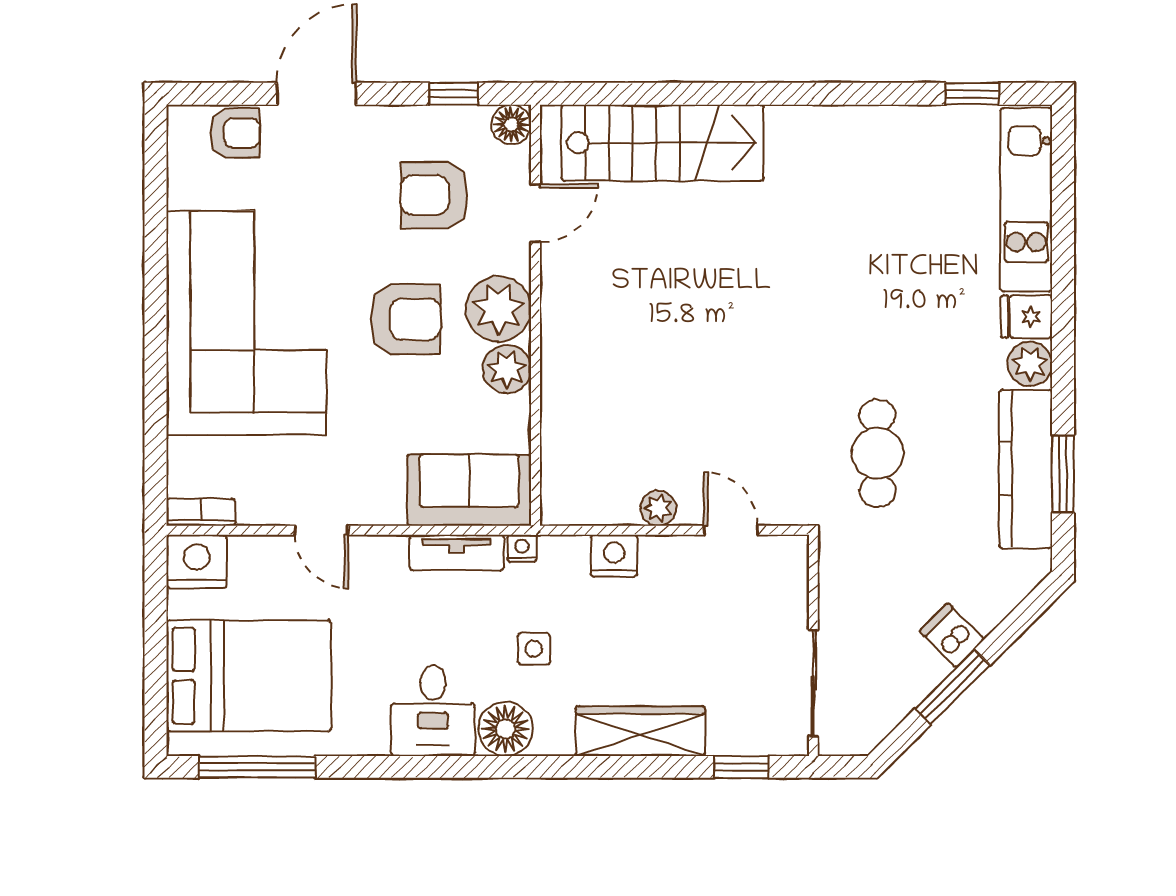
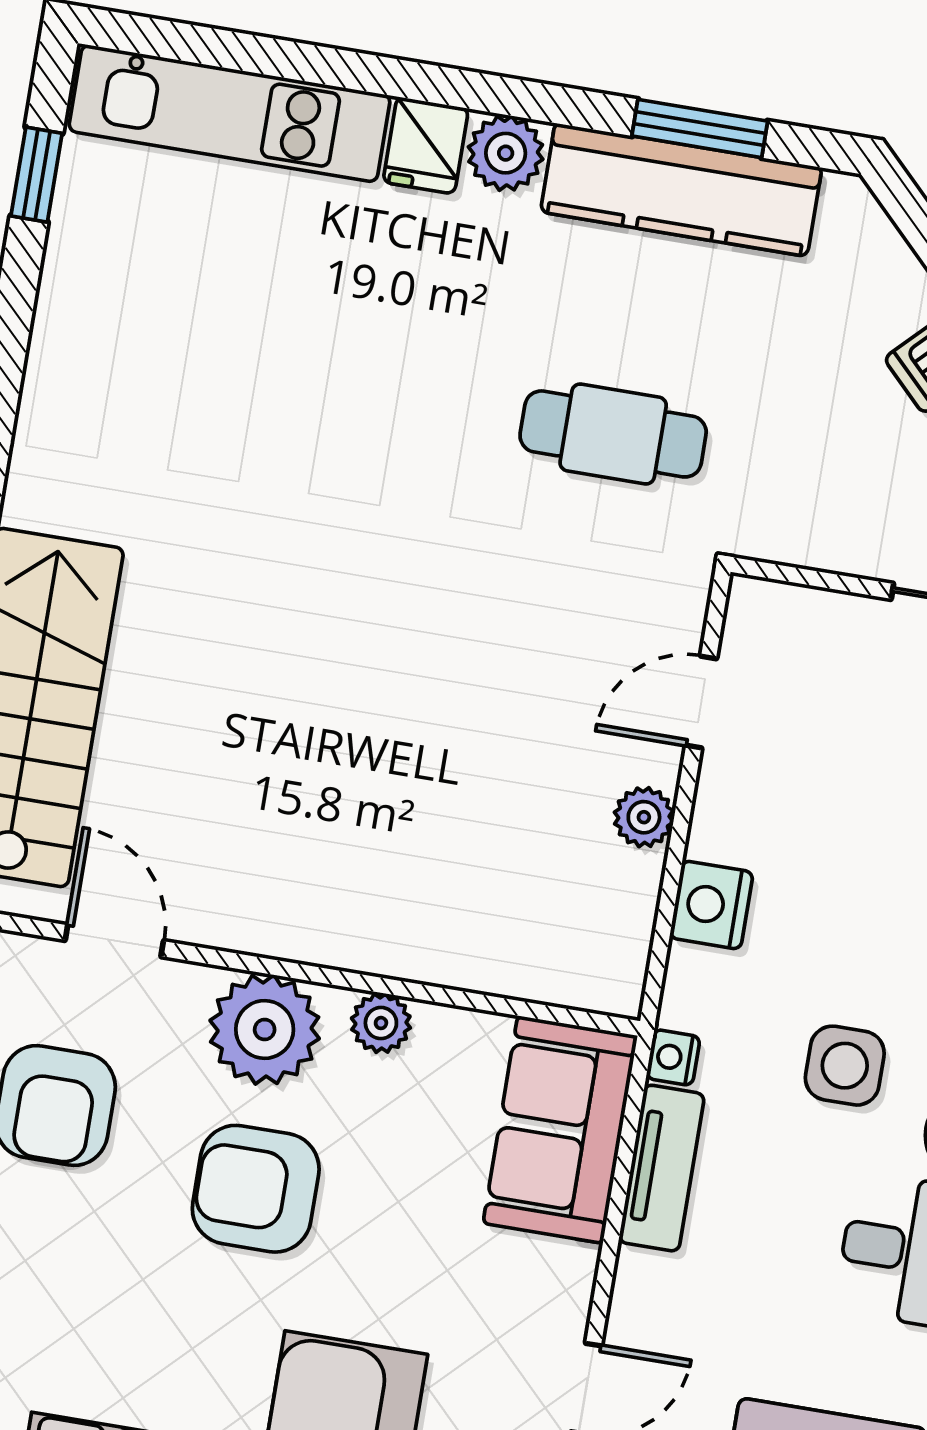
armchair: (405, 319) -> (256, 1189), turned -90
plant: (507, 369) -> (381, 1023), width x0.73, depth x0.73
side table: (534, 649) -> (845, 1066), width x1.37, depth x1.37

